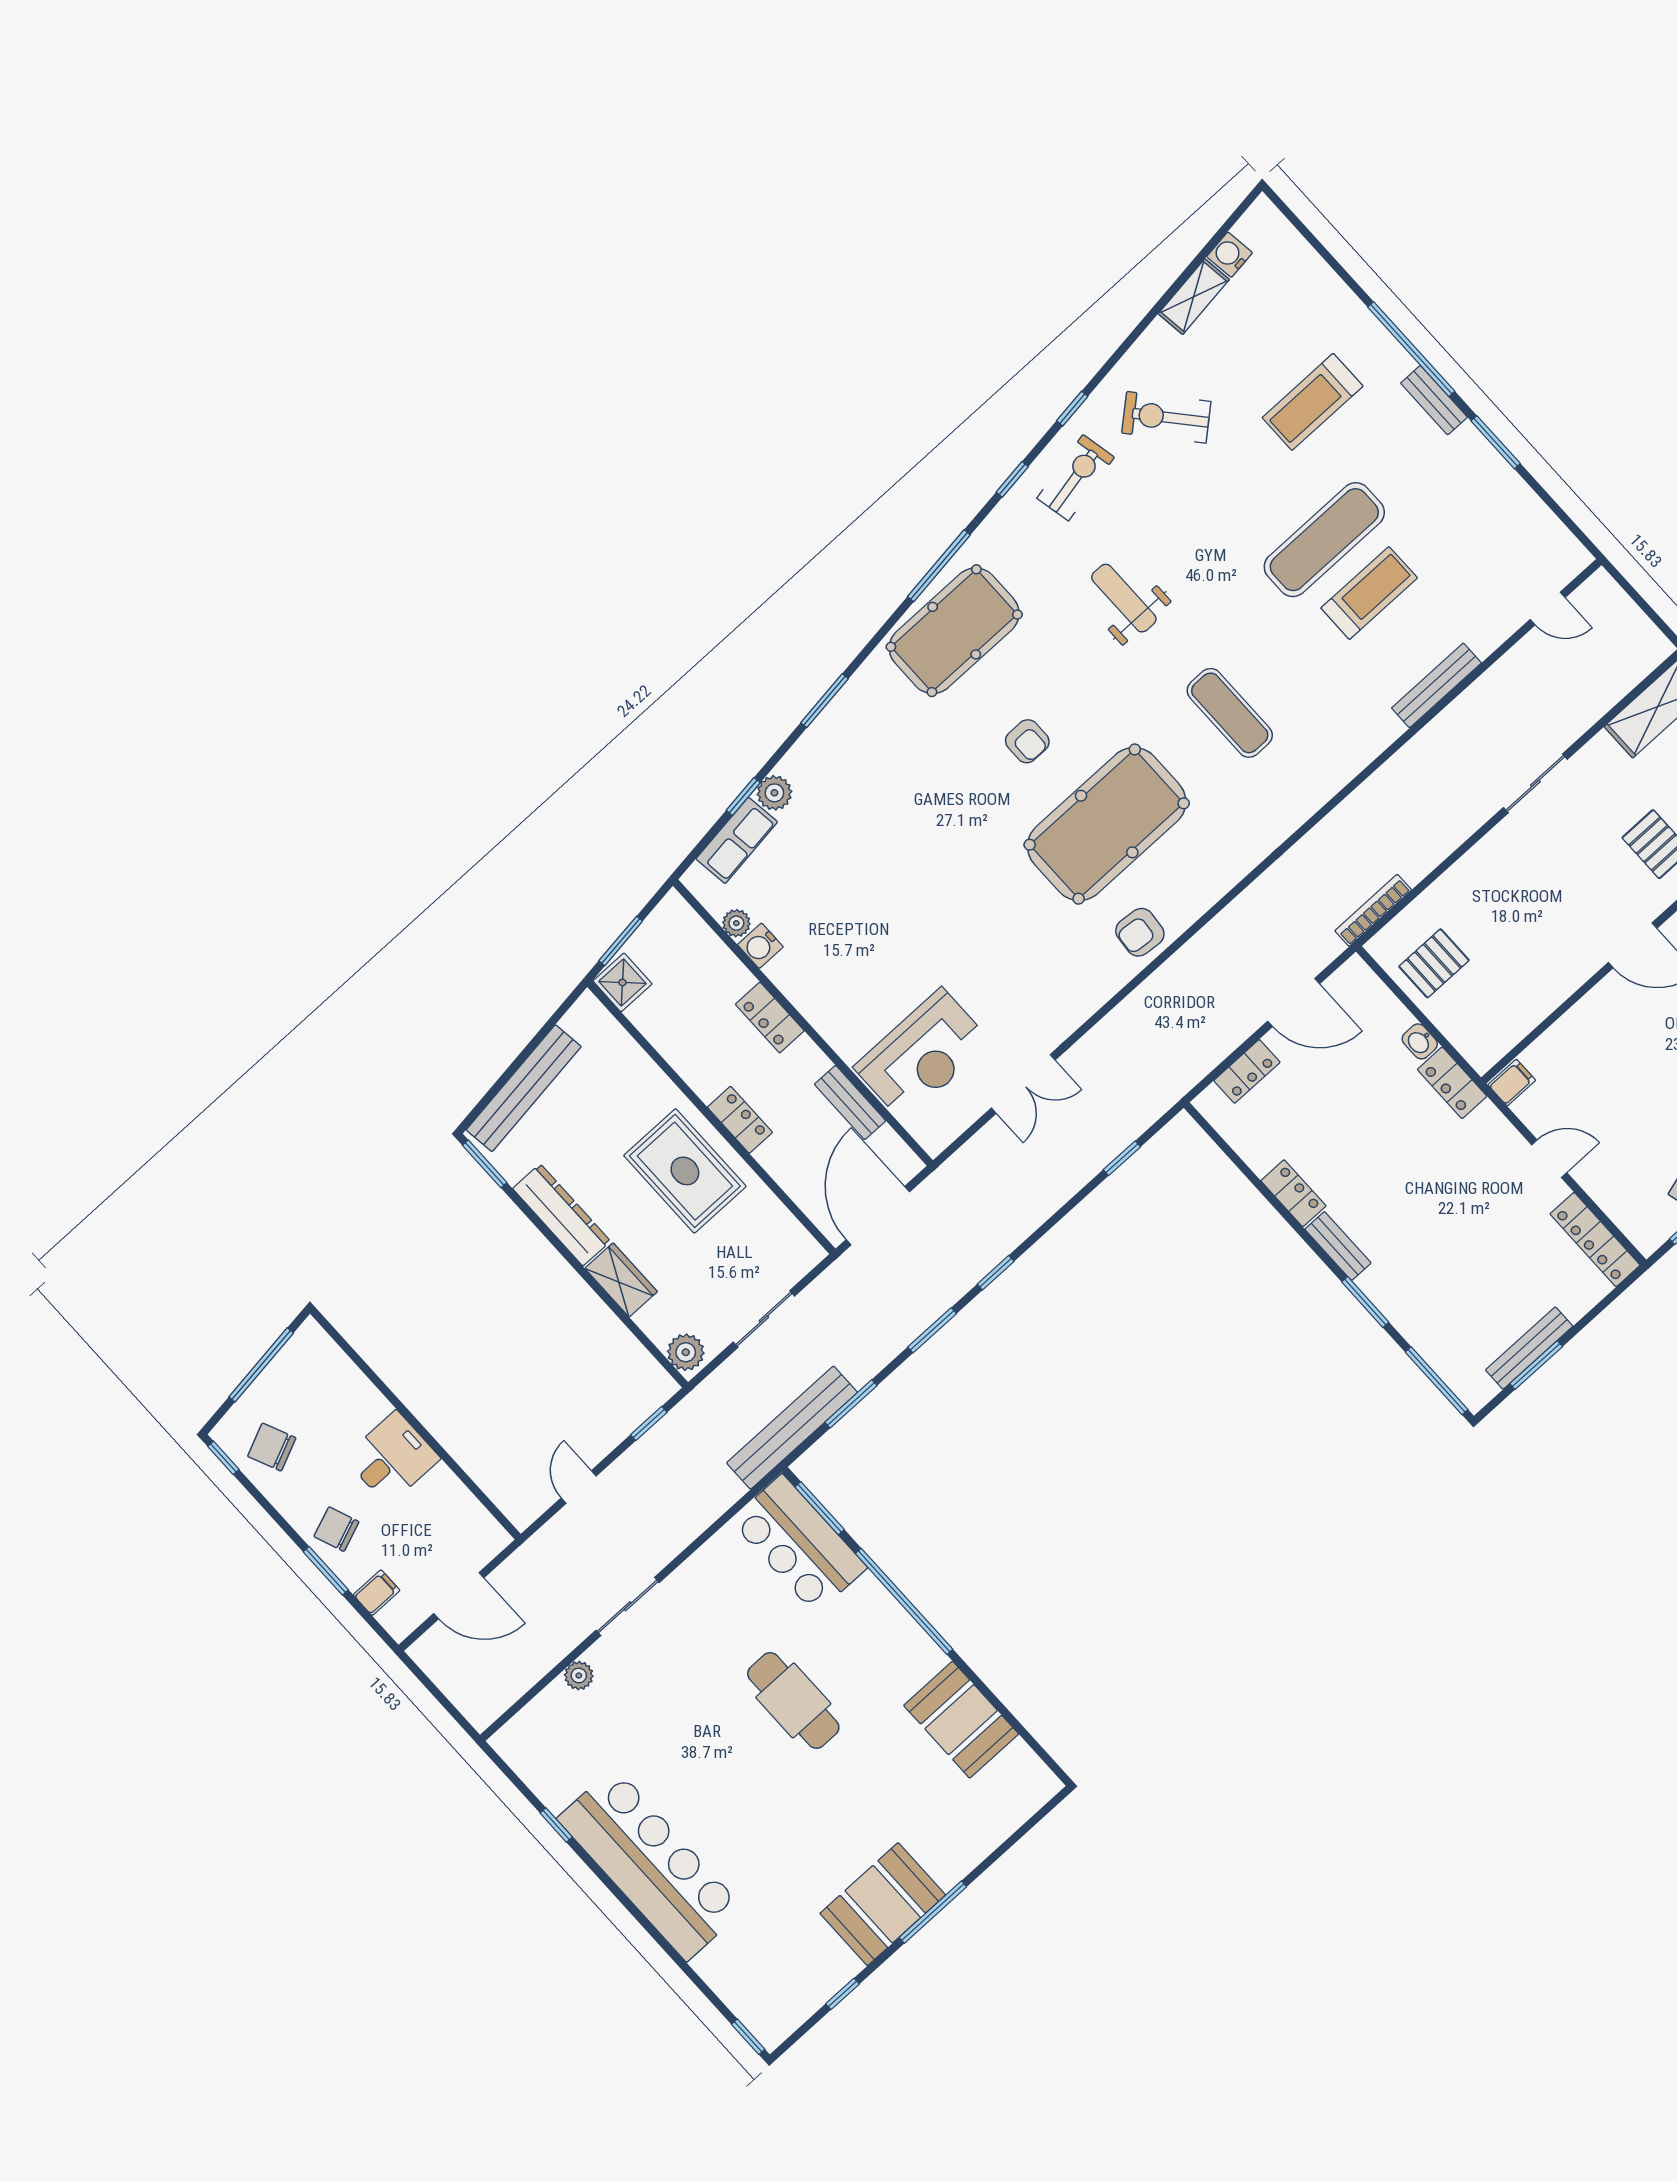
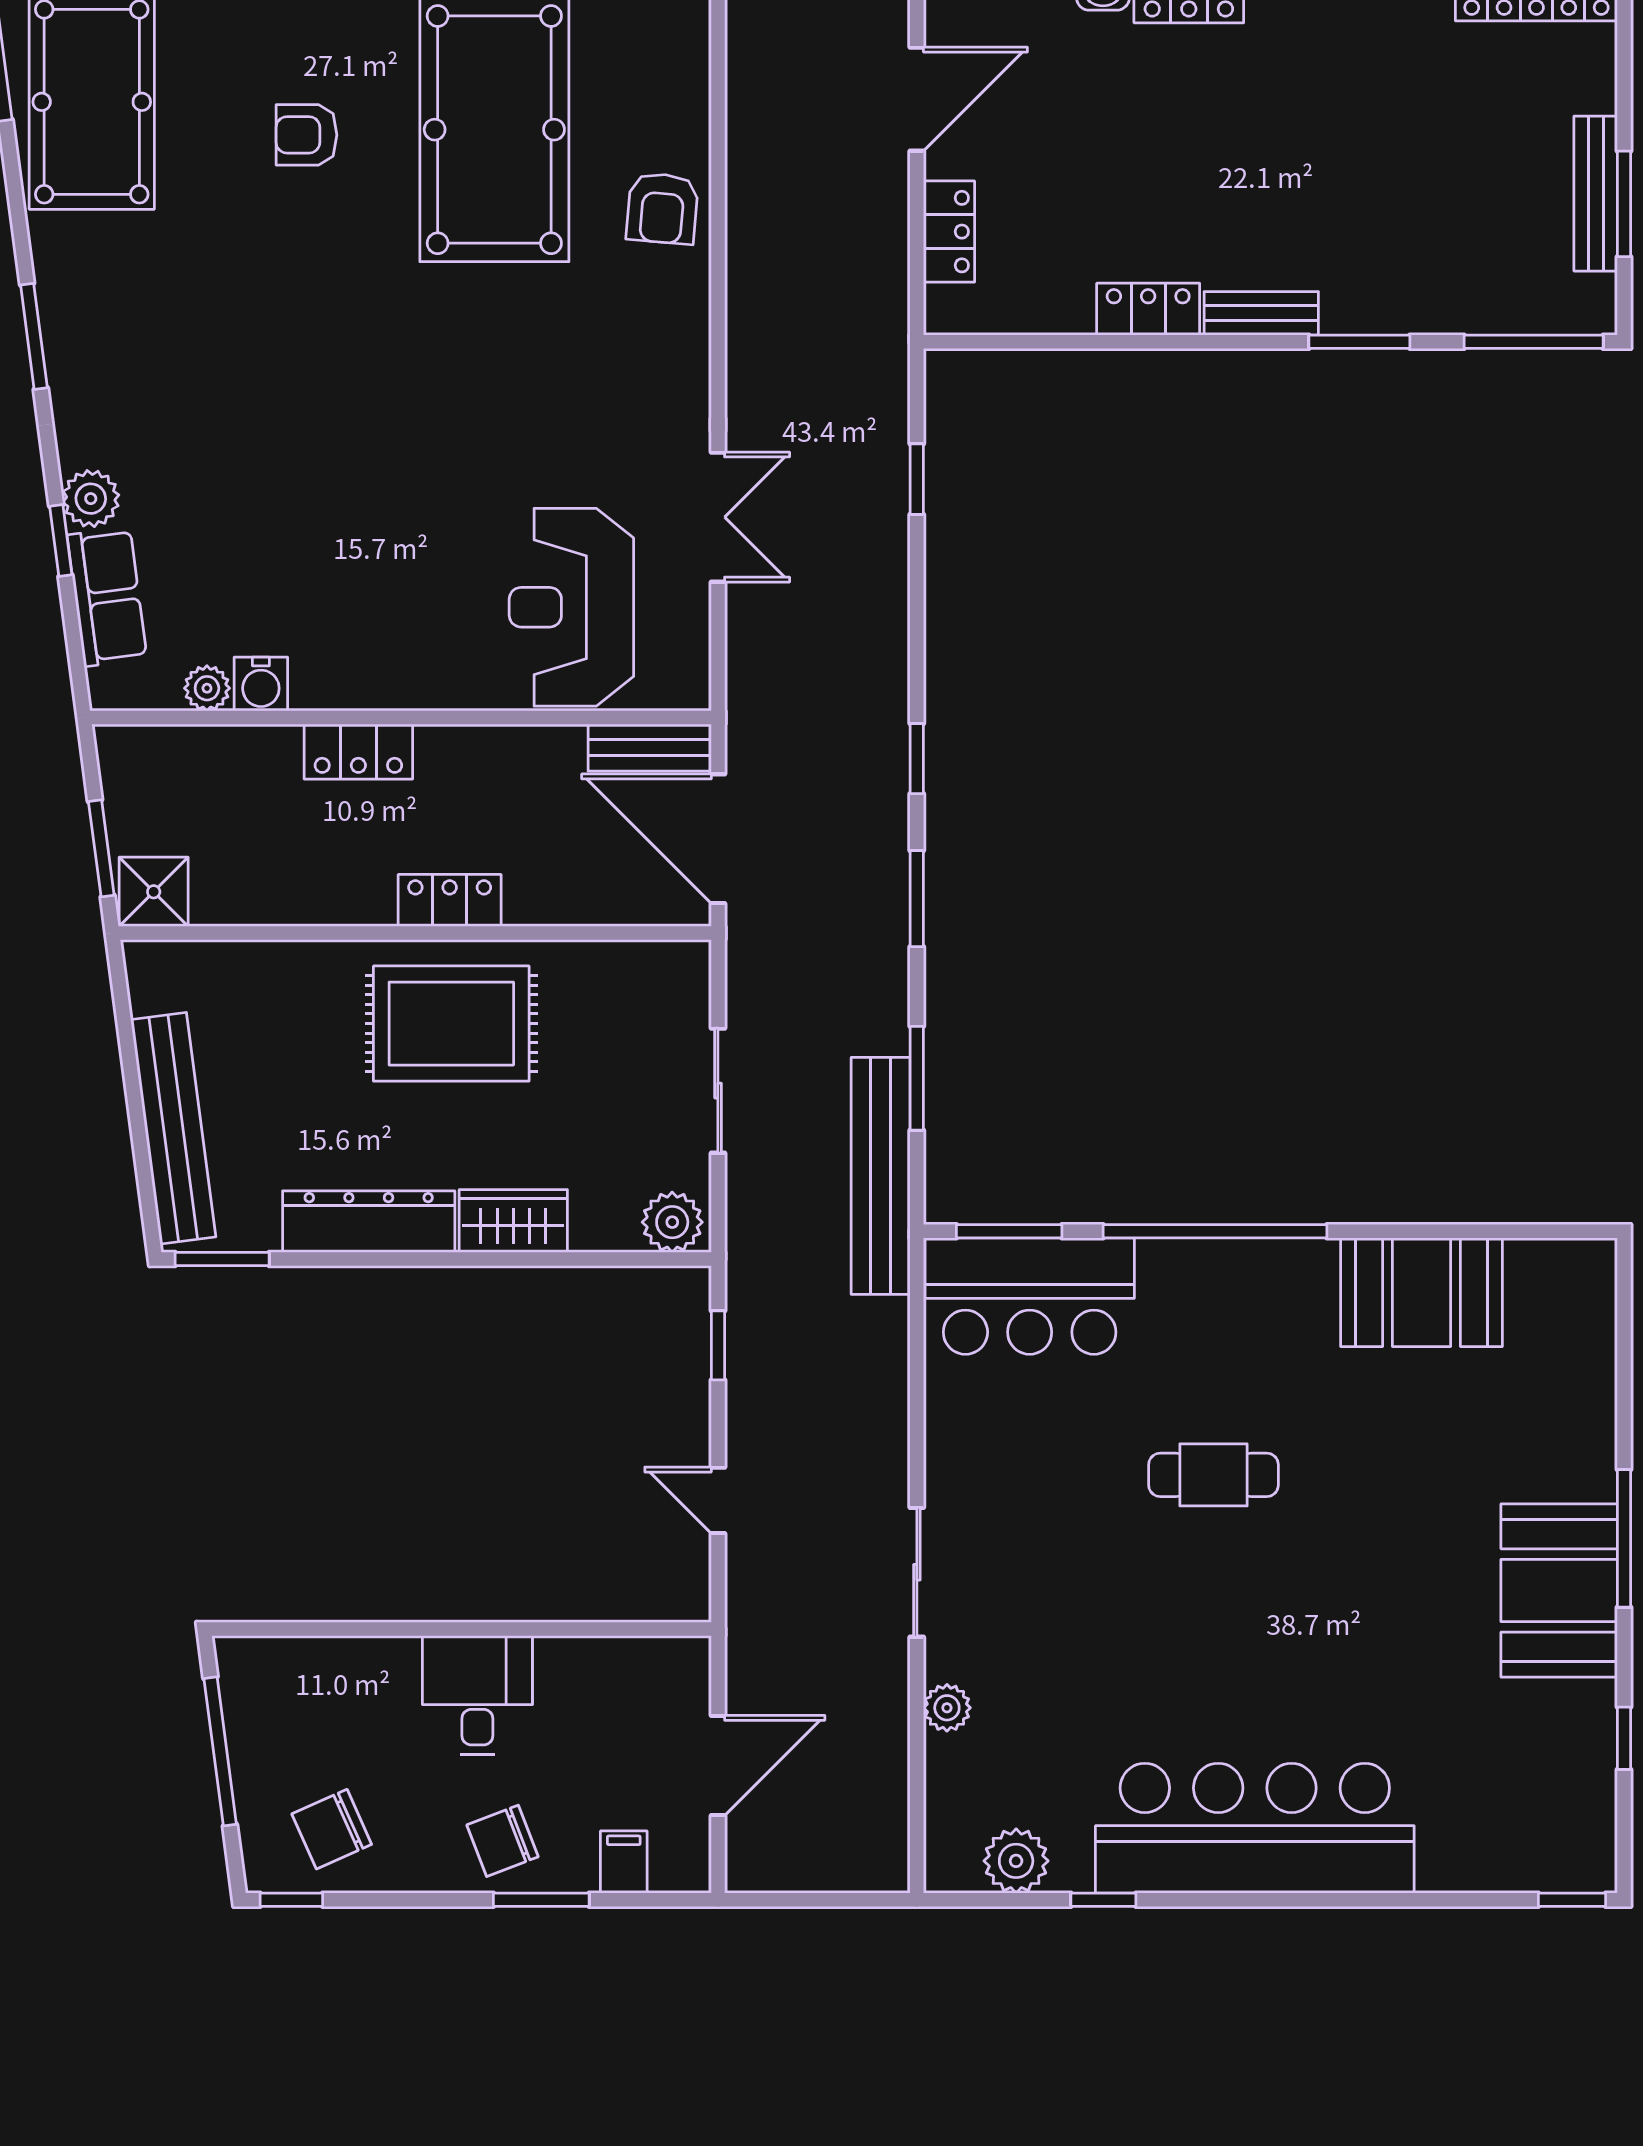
armchair: (1027, 741) -> (306, 135), turned 180
reception desk: (922, 1055) -> (571, 607), turned 180
bench: (850, 1103) -> (650, 748), moved
cafe table: (793, 1700) -> (1213, 1475), width x0.73, depth x0.74
plant: (538, 1769) -> (1016, 1861), added

